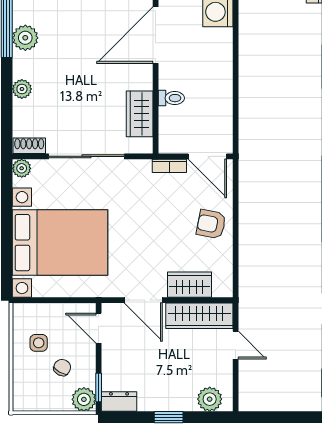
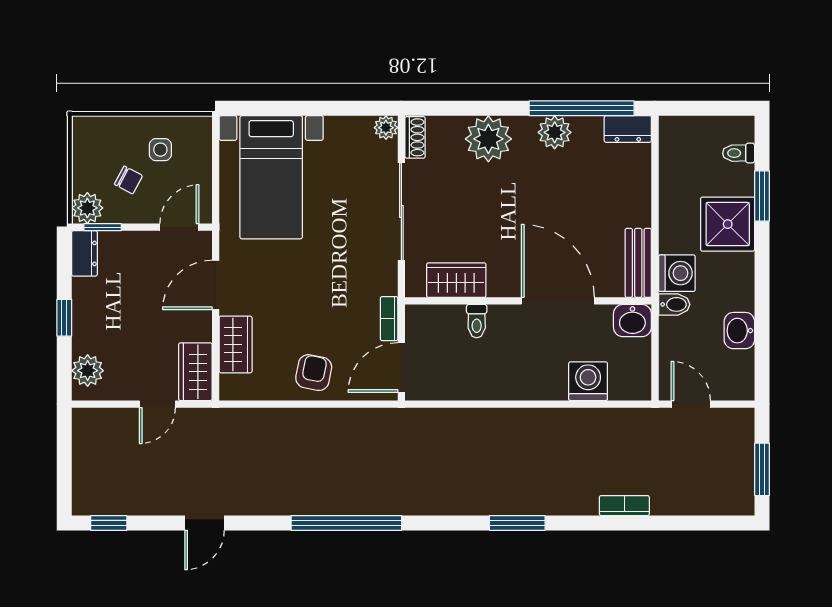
plant: (22, 89) -> (488, 139), width x1.87, depth x1.87
bed with nightstands: (60, 243) -> (271, 177), width x0.73
wardrobe: (199, 316) -> (195, 372), width x0.67

